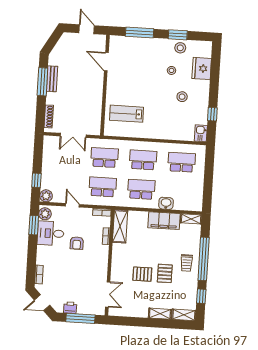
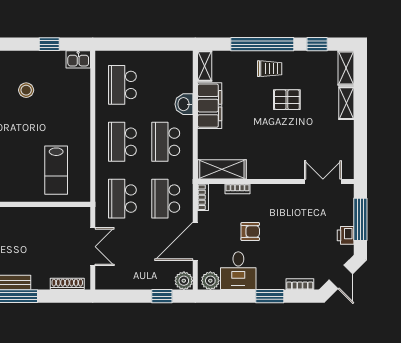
door: (72, 205) -> (195, 241), width x1.87
window: (34, 225) -> (270, 296), moved
pallet: (142, 274) -> (290, 132), removed

